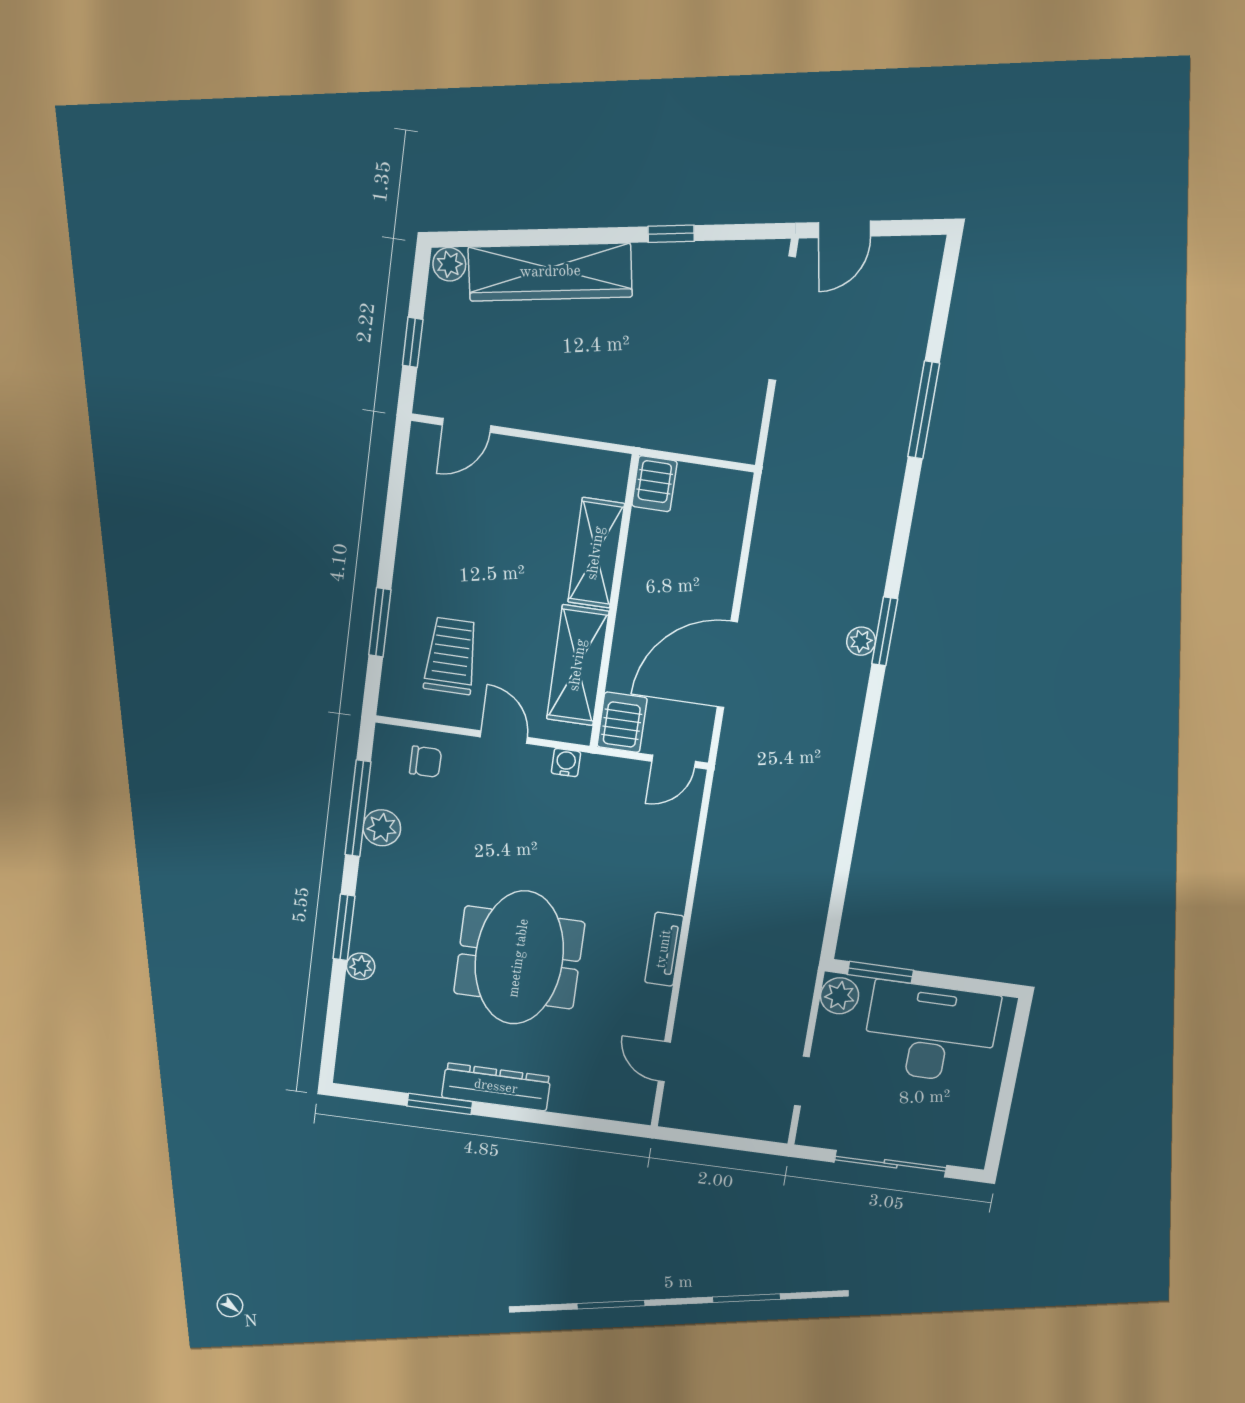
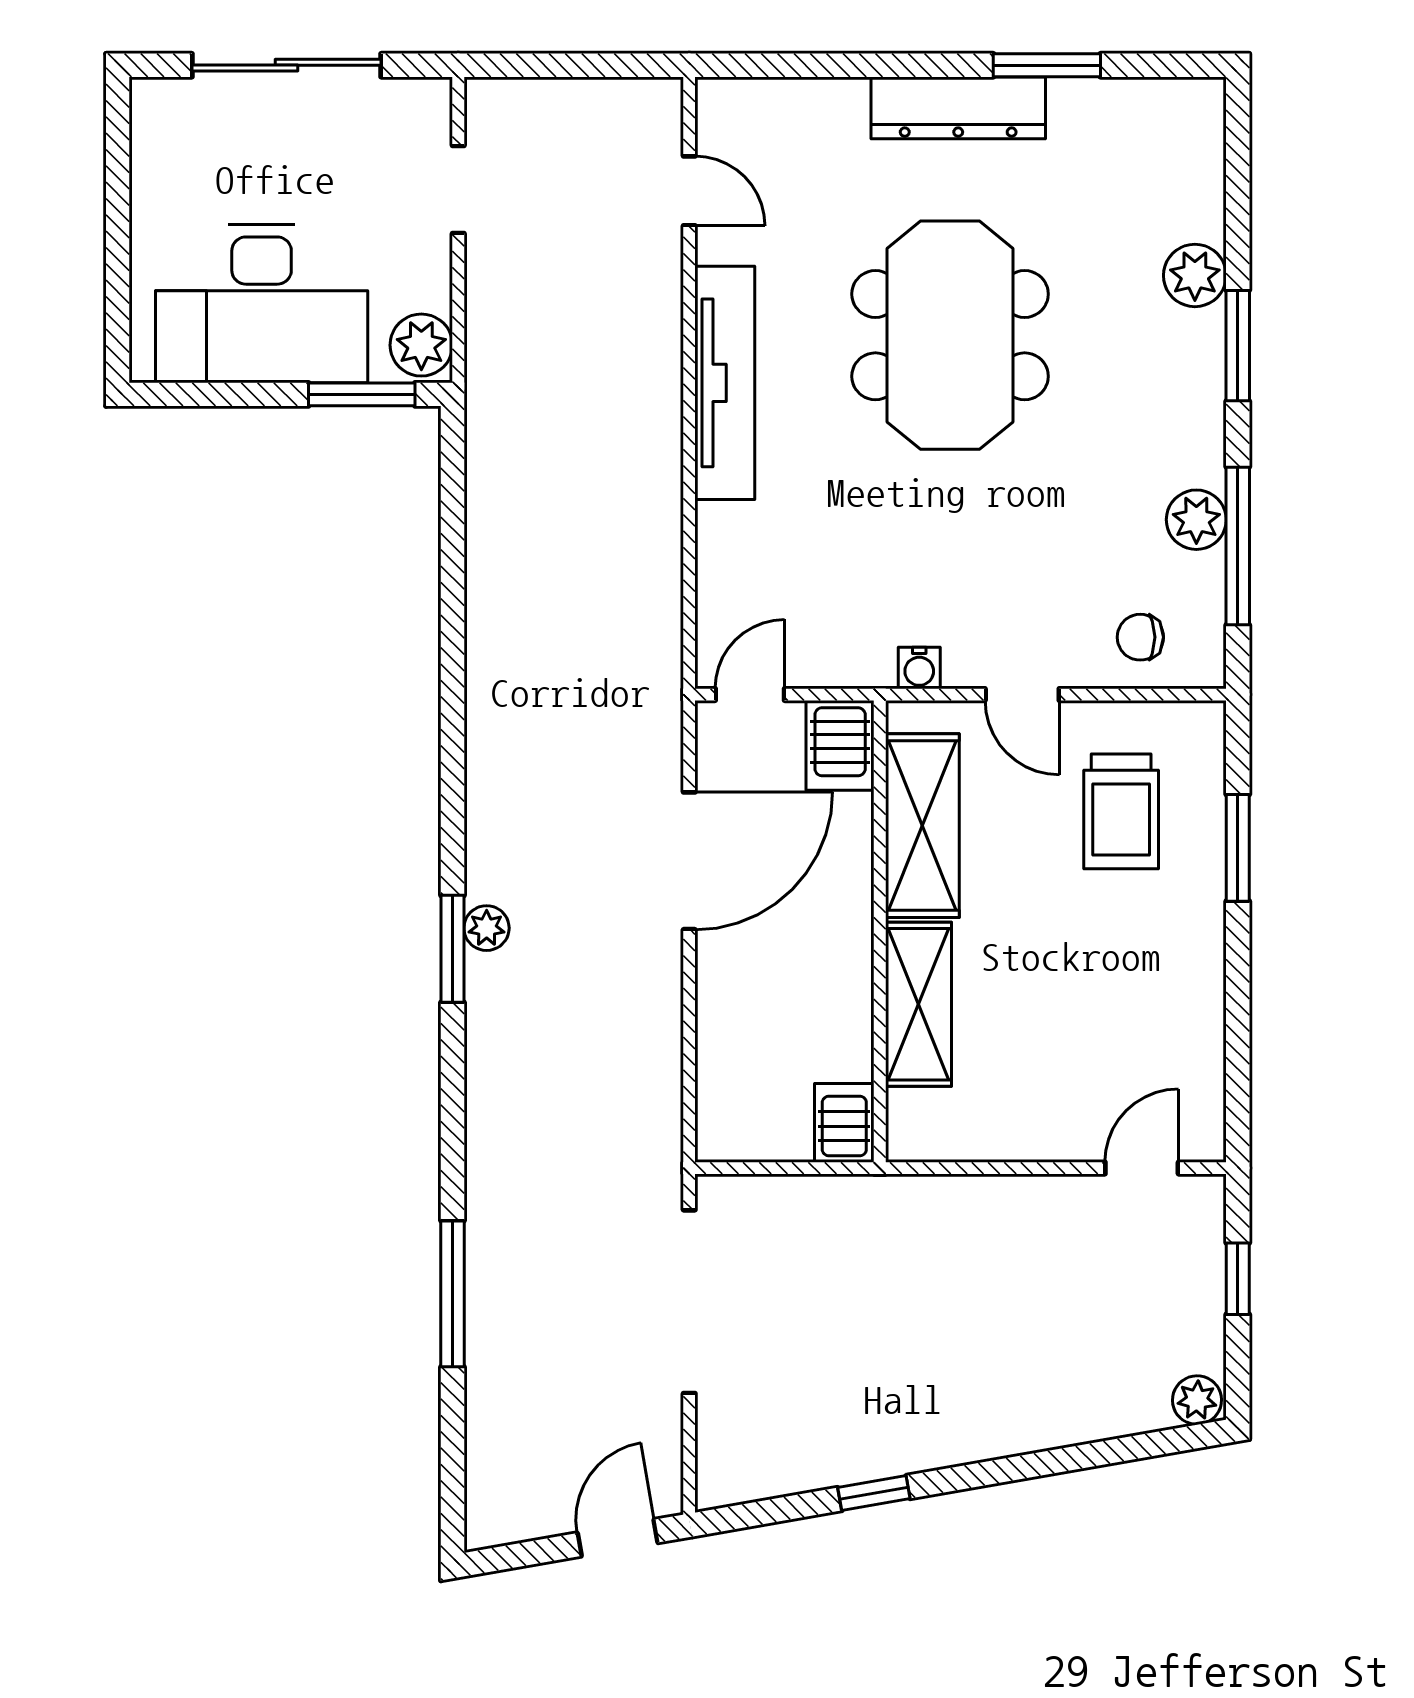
wardrobe: (550, 272) -> (1046, 1411), removed
doorway: (782, 318) -> (689, 1302), moved
tv unit: (664, 949) -> (725, 383), width x1.92, depth x1.29
plant: (361, 966) -> (1195, 275), width x1.38, depth x1.38

